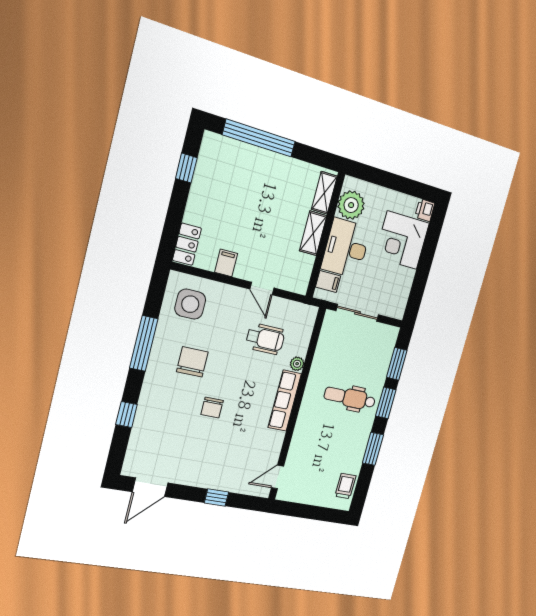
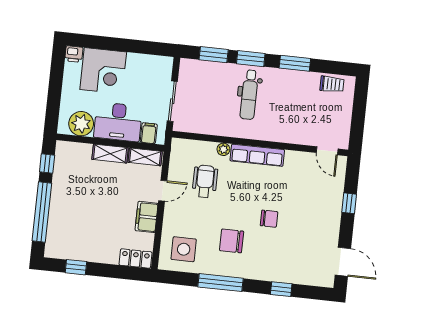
window: (314, 156) -> (47, 164), added
shelving: (324, 193) -> (145, 157), moved
filing cabinet: (226, 263) -> (147, 217), width x2.00
trolley: (345, 486) -> (332, 84), turned 180

